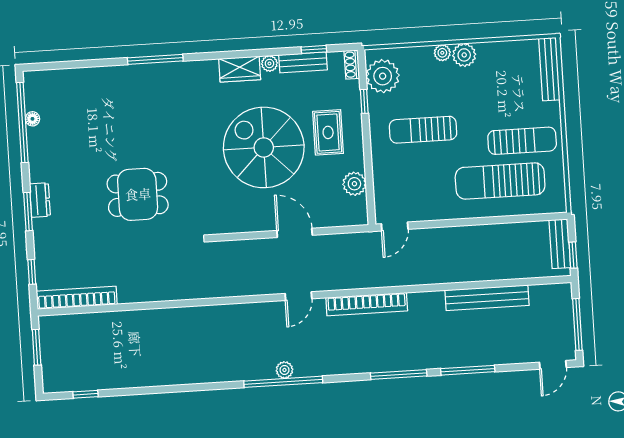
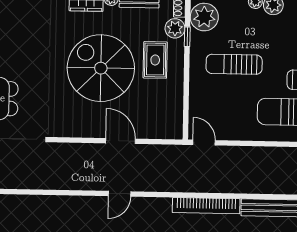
plant: (354, 184) -> (175, 28), moved
door: (395, 227) -> (204, 143), swing flipped
bookcase: (367, 304) -> (206, 206), moved

